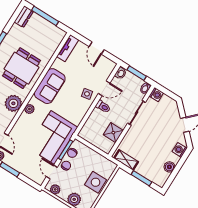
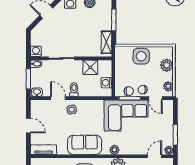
door: (97, 48) -> (28, 126), hinge flipped
washing machine: (91, 138) -> (106, 83), added
door: (52, 172) -> (155, 98), hinge flipped

